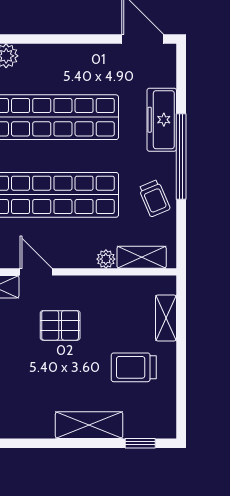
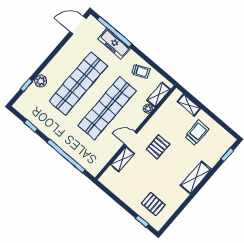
window: (181, 156) -> (115, 32), moved
trolley: (134, 367) -> (197, 133), turned 180
shelving: (89, 425) -> (196, 177), moved

